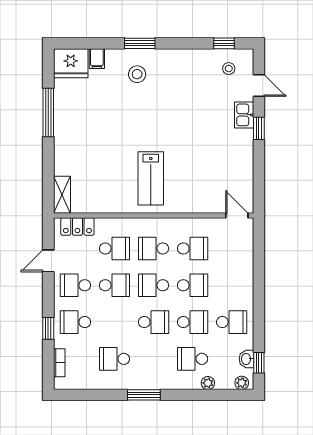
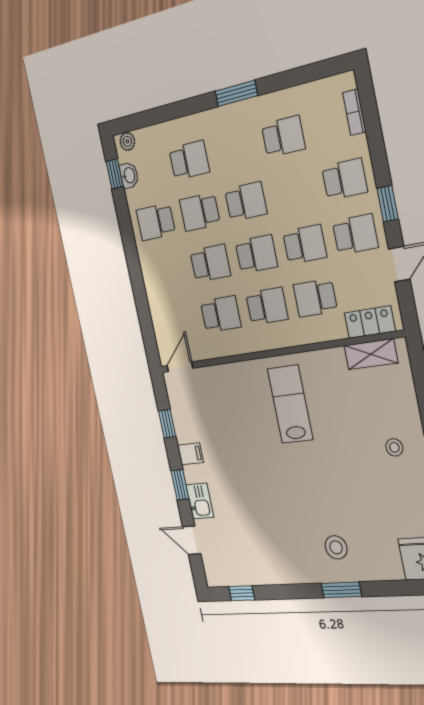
filing cabinet: (97, 59) -> (190, 454), moved, turned 90
stool: (229, 69) -> (394, 447), moved
window: (259, 175) -> (167, 424), added
shelving: (62, 195) -> (371, 354), moved, turned 90
door: (237, 216) -> (180, 367), swing flipped
school desk: (193, 248) -> (221, 314), turned 180
school desk: (115, 285) -> (305, 244), turned 180
school desk: (193, 285) -> (210, 263), turned 180
school desk: (154, 322) -> (246, 202), turned 180
window: (48, 328) -> (388, 204), moved
plant: (208, 383) -> (165, 131), removed

